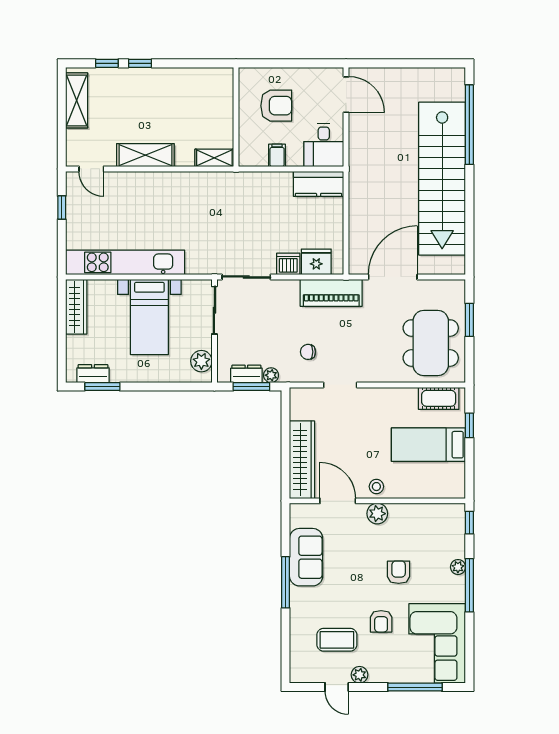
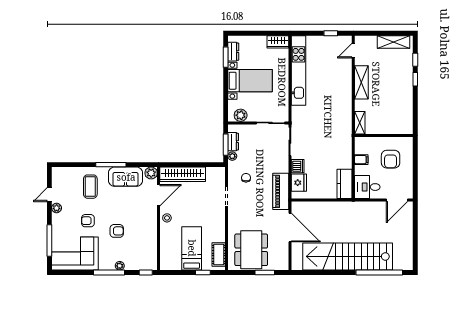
wardrobe: (76, 307) -> (278, 42), width x0.67
bed with nightstands: (149, 317) -> (250, 81), moved, turned 180
dining table: (431, 343) -> (251, 250), turned 90
plant: (377, 514) -> (151, 173), moved
coffee table: (337, 640) -> (90, 187), moved

